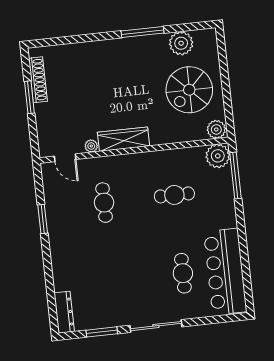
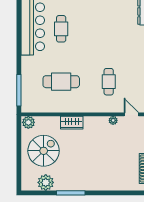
wardrobe: (124, 139) -> (72, 123), moved, width x0.67
plant: (218, 156) -> (29, 105), removed
cafe table: (174, 195) -> (61, 82), width x1.37, depth x1.35

